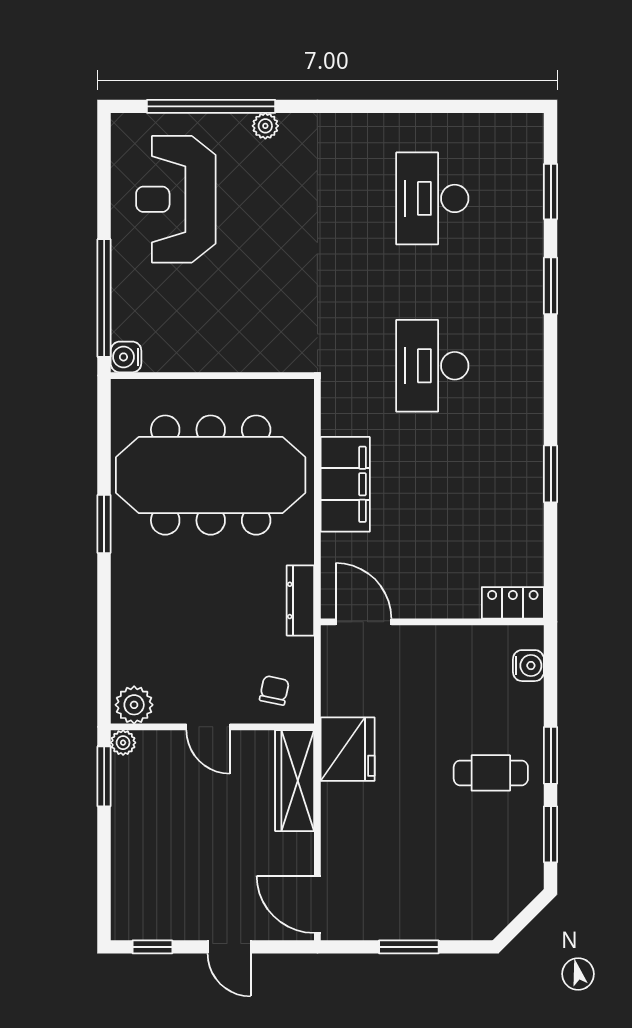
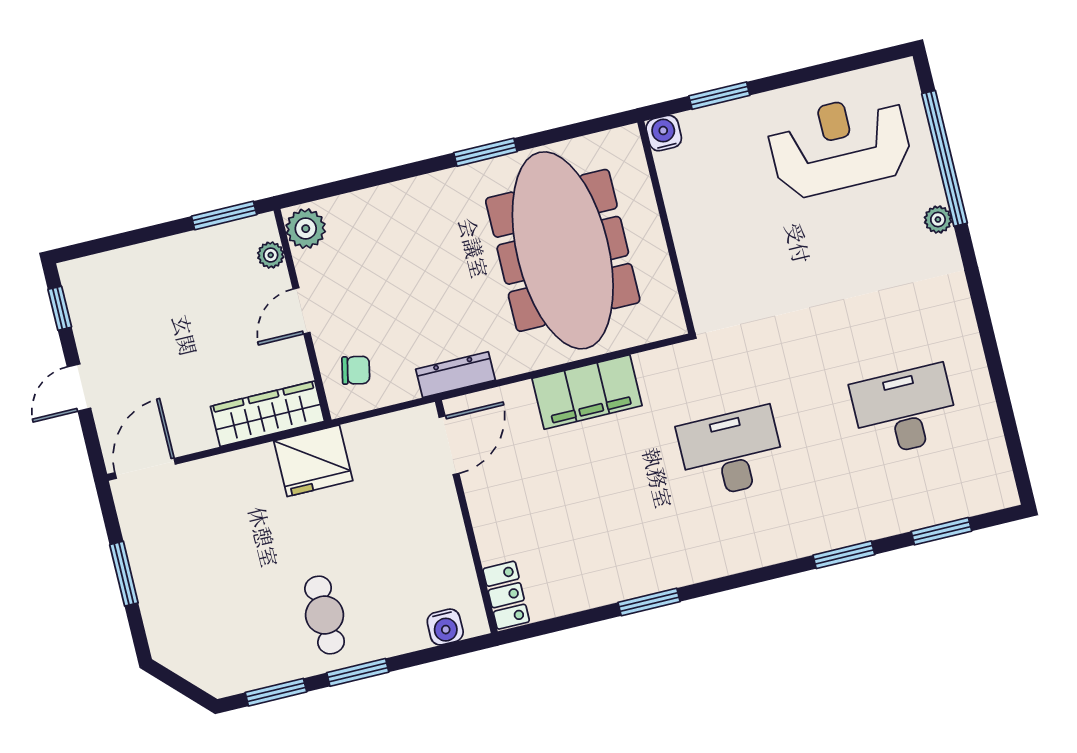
window: (104, 298) -> (719, 96), width x0.47
plant: (123, 743) -> (271, 255), moved

